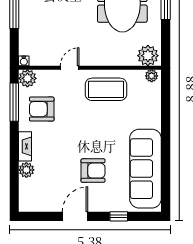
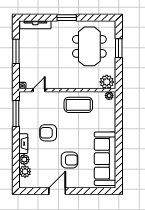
door: (70, 68) -> (39, 90), moved
plant: (27, 78) -> (25, 172), moved
armchair: (42, 109) -> (48, 133), moved
window: (119, 216) -> (87, 191), removed

